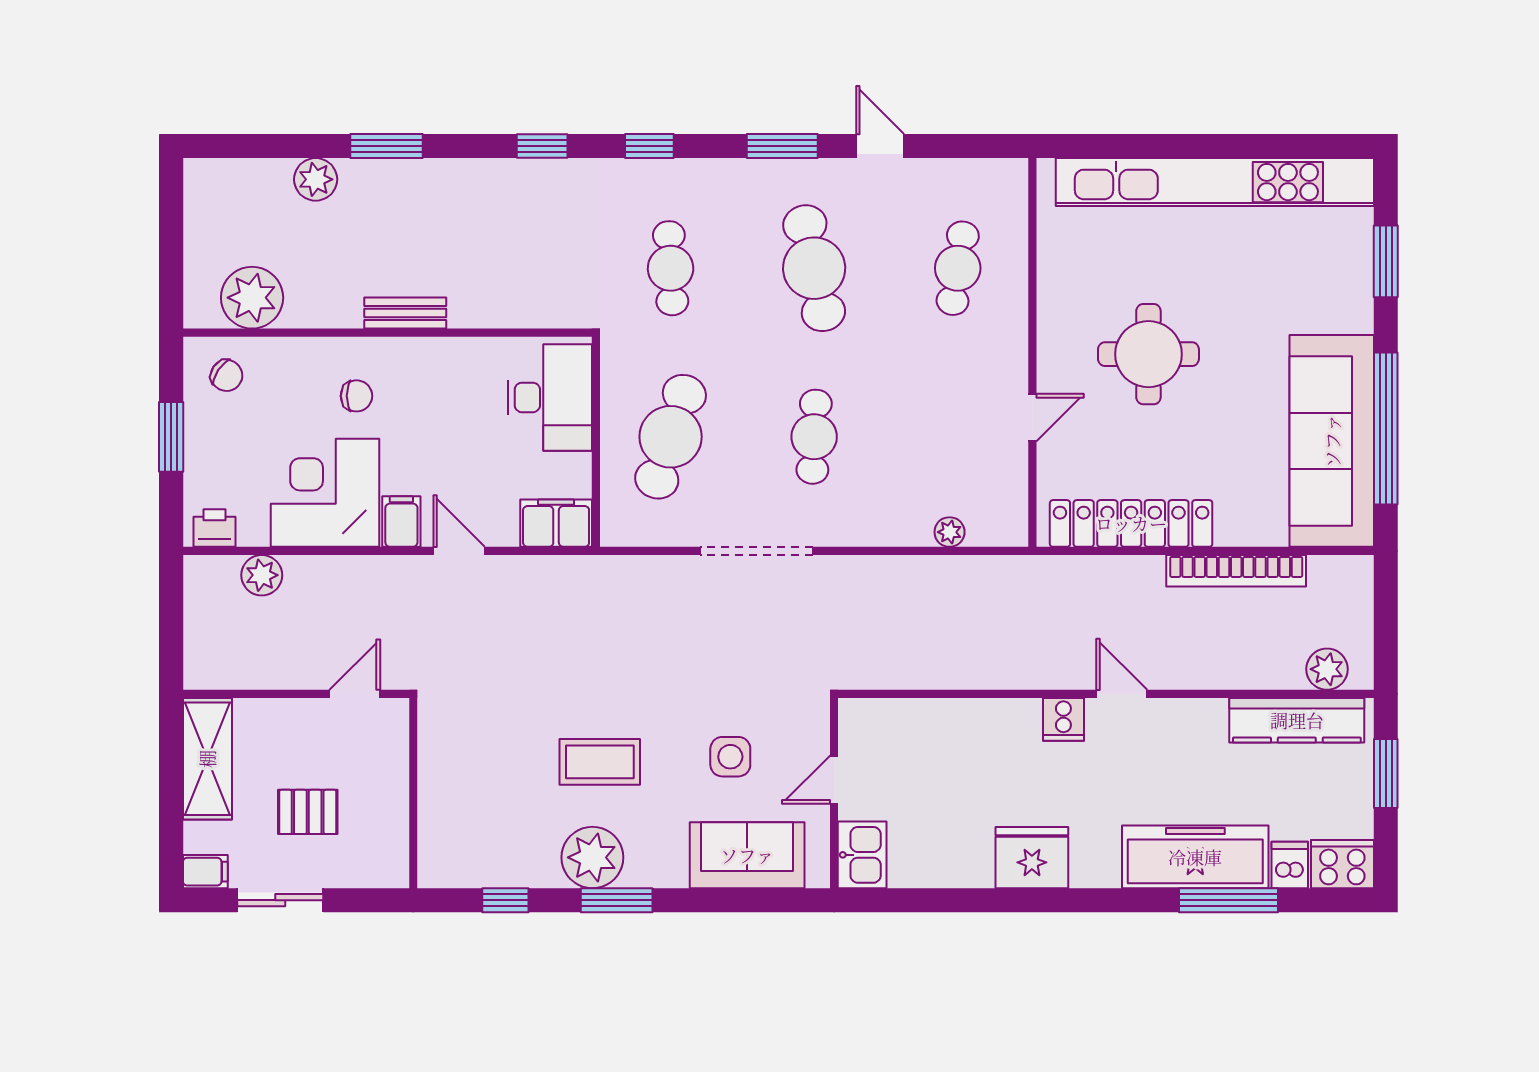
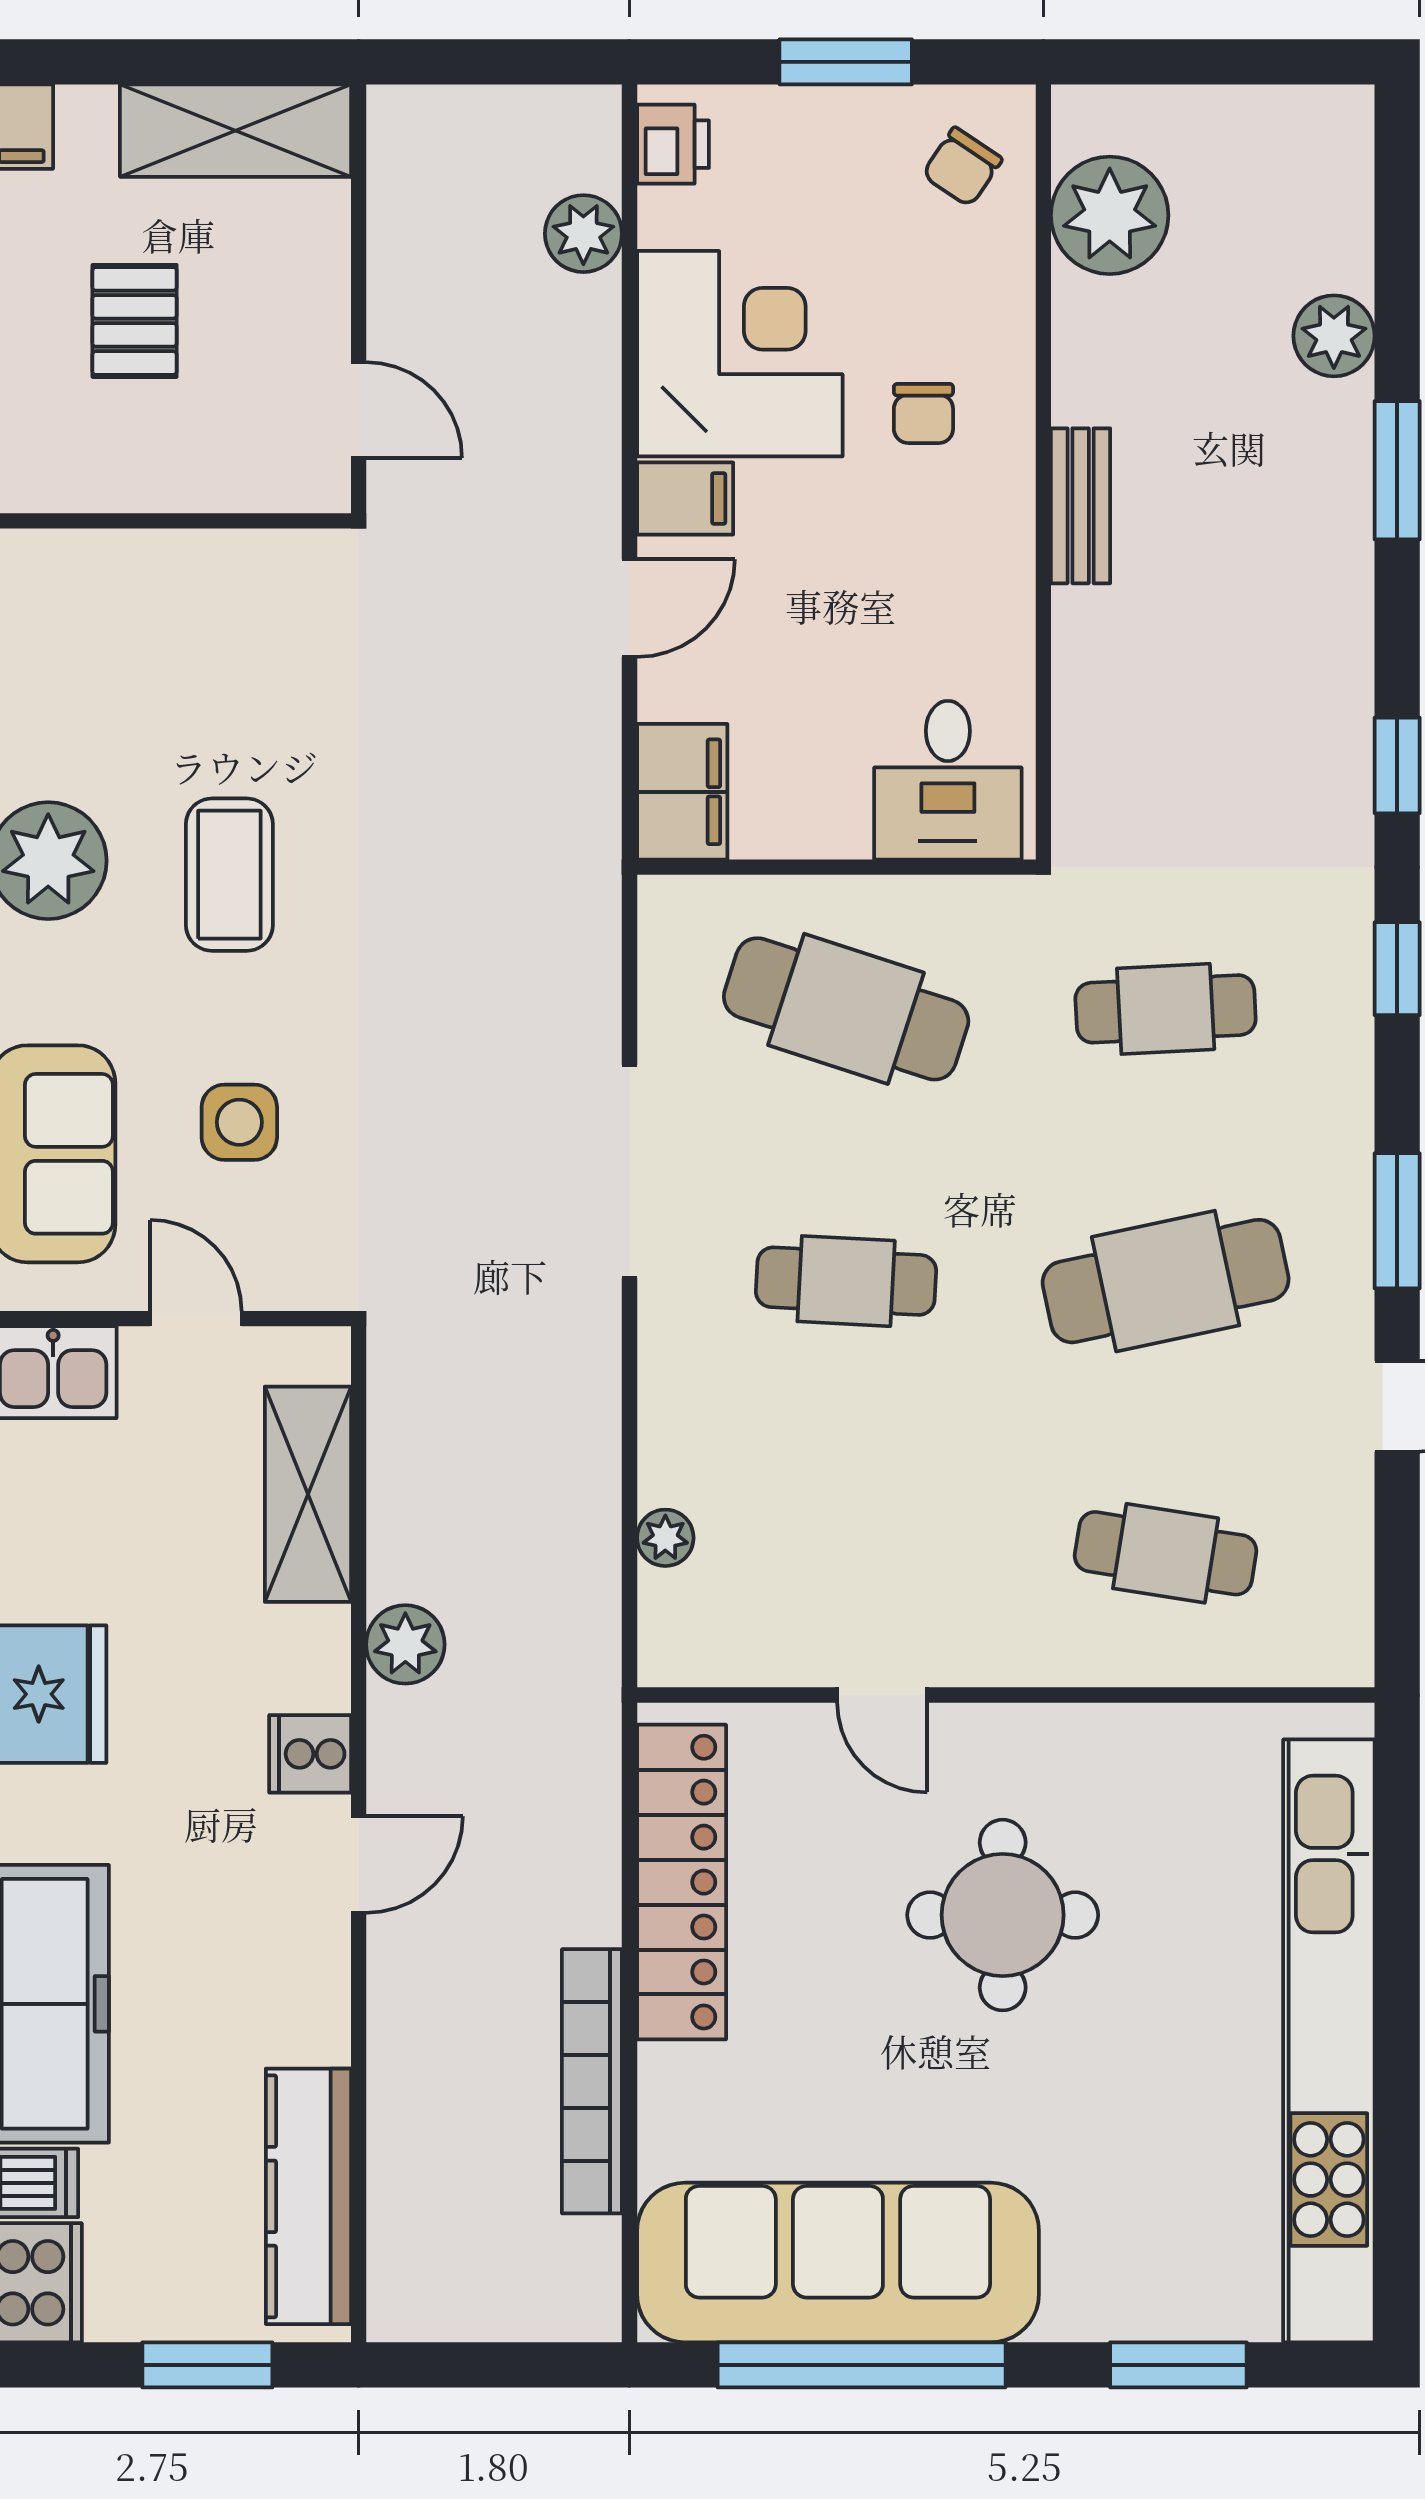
desk: (550, 397) -> (948, 780), width x0.73
plant: (1327, 669) -> (405, 1644), moved
shelving: (927, 720) -> (308, 1494), added

